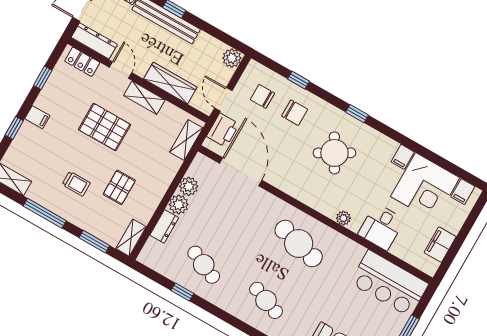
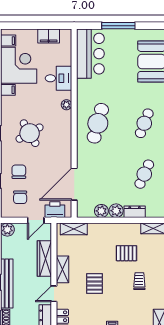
pallet: (105, 127) -> (95, 284), width x0.67, depth x0.71

